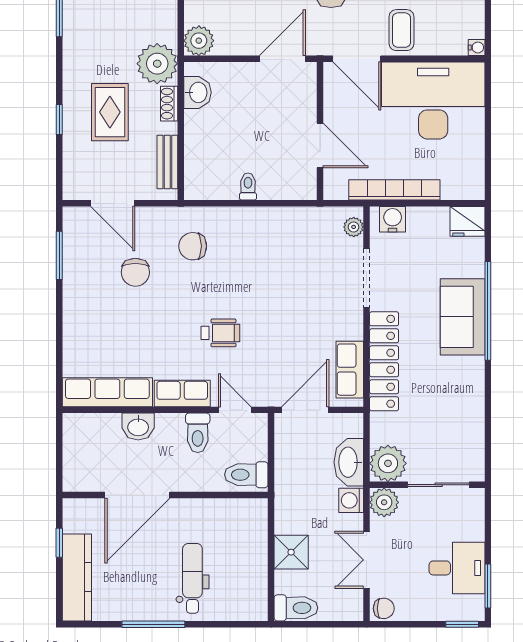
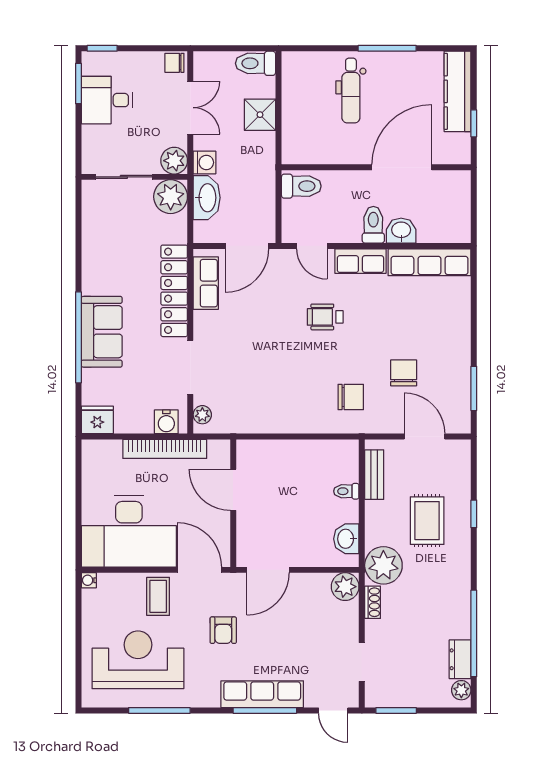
shoe rack: (169, 104) -> (373, 602), moved
toilet: (248, 187) -> (346, 491), moved, turned 90
toilet: (198, 433) -> (373, 225), moved

